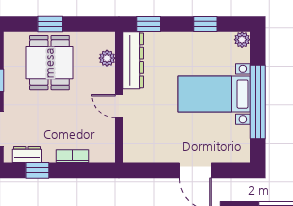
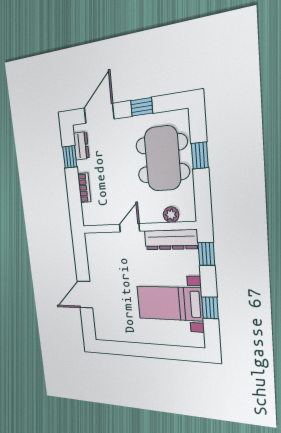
plant: (242, 40) -> (198, 341), removed
dining table: (49, 63) -> (162, 159), width x1.37
bed with nightstands: (214, 94) -> (170, 303), moved, turned -90
window: (258, 102) -> (144, 350), removed

